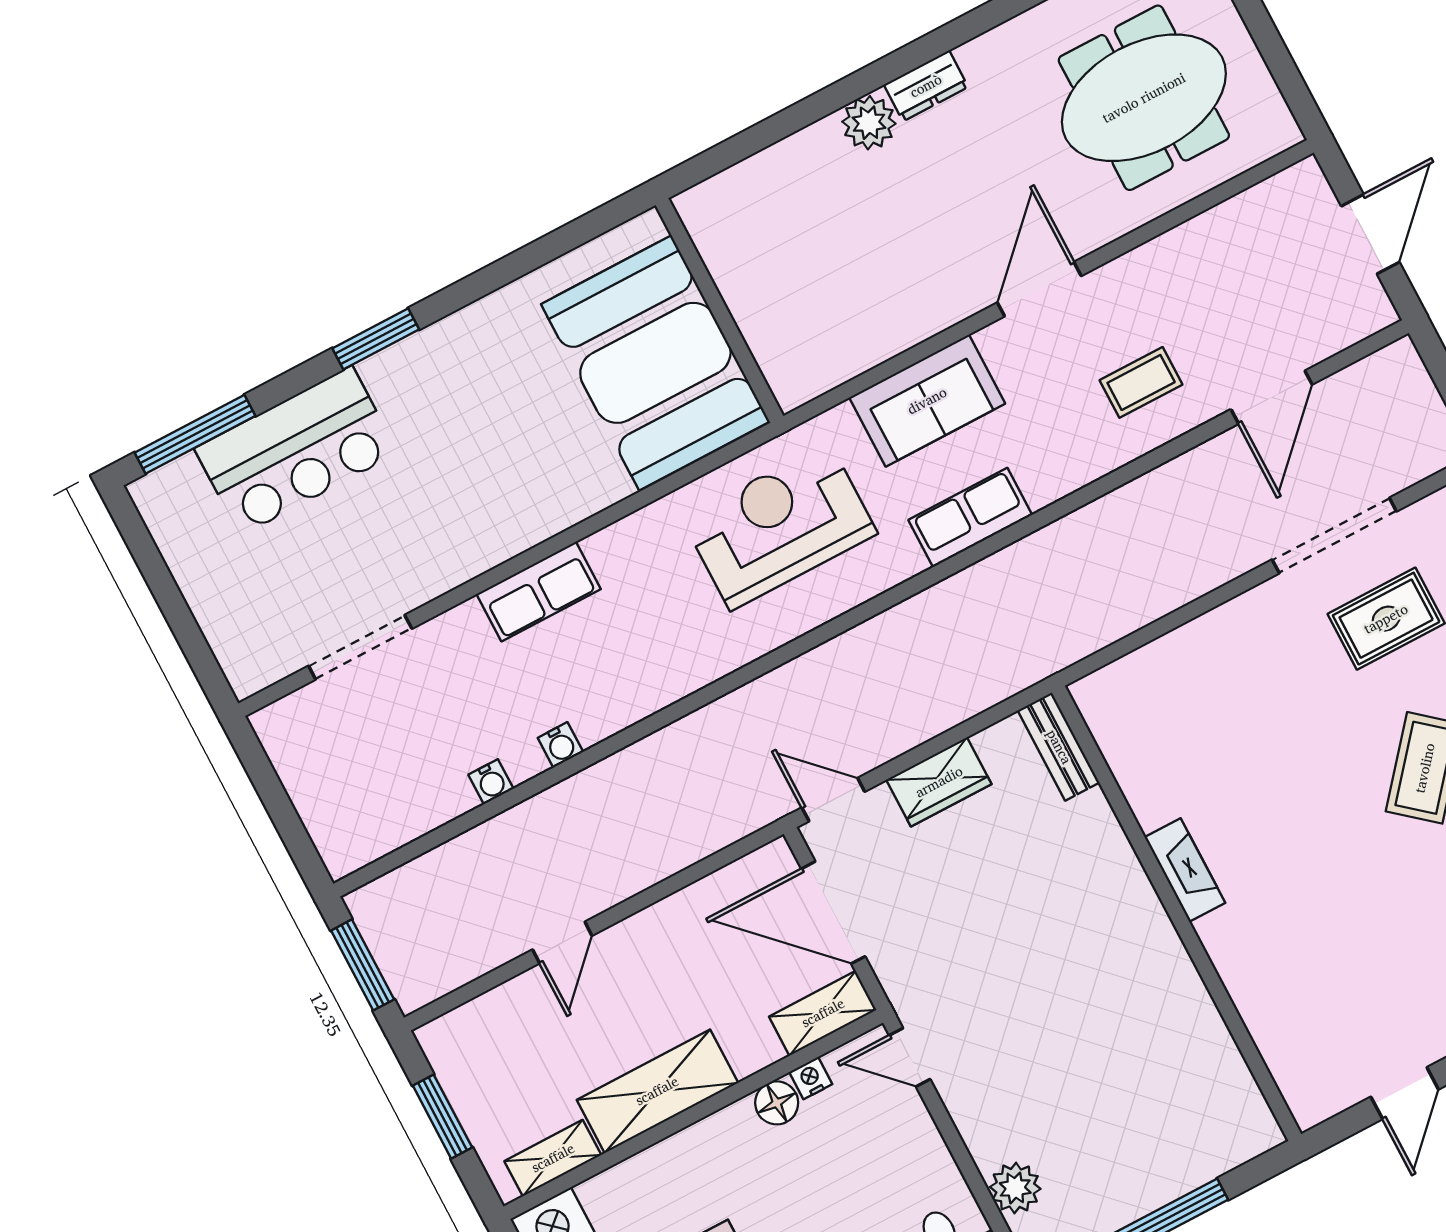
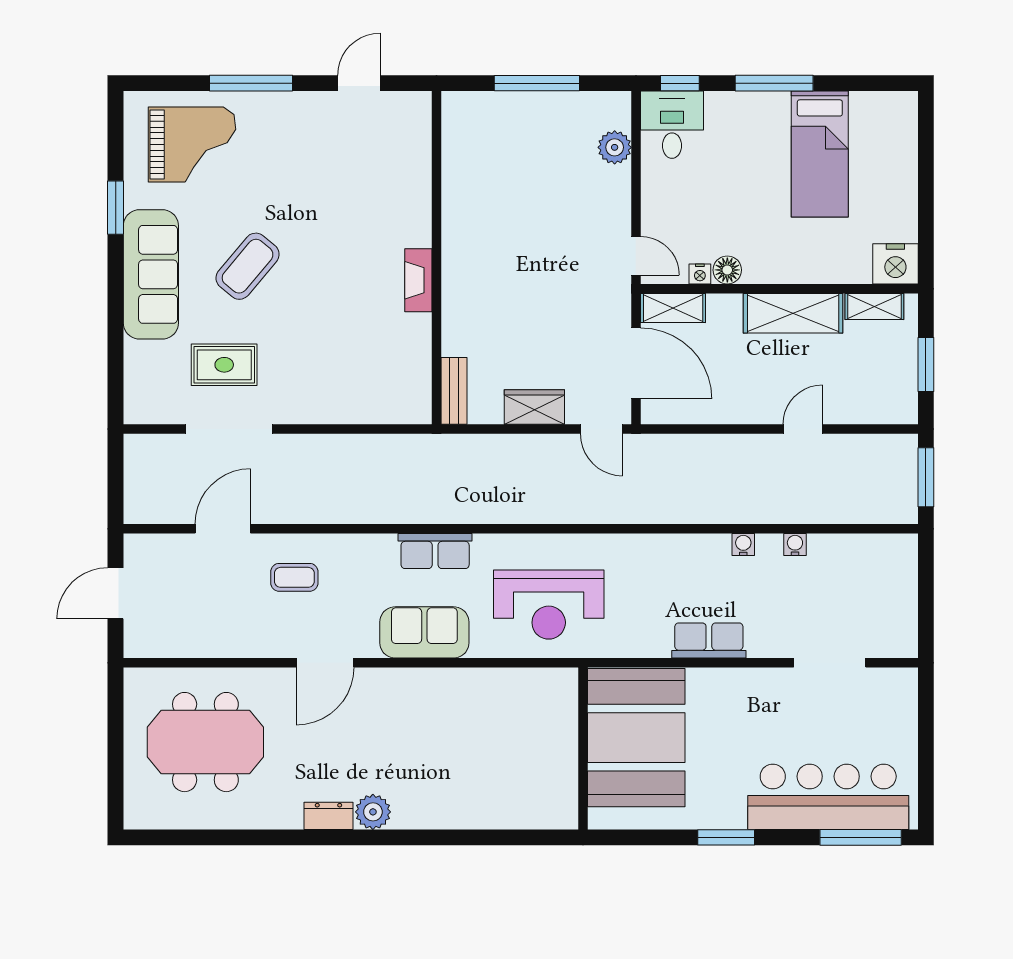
wall: (719, 310) -> (583, 748), moved
booth: (655, 363) -> (636, 738), moved
bar counter: (296, 451) -> (828, 797), width x1.36

